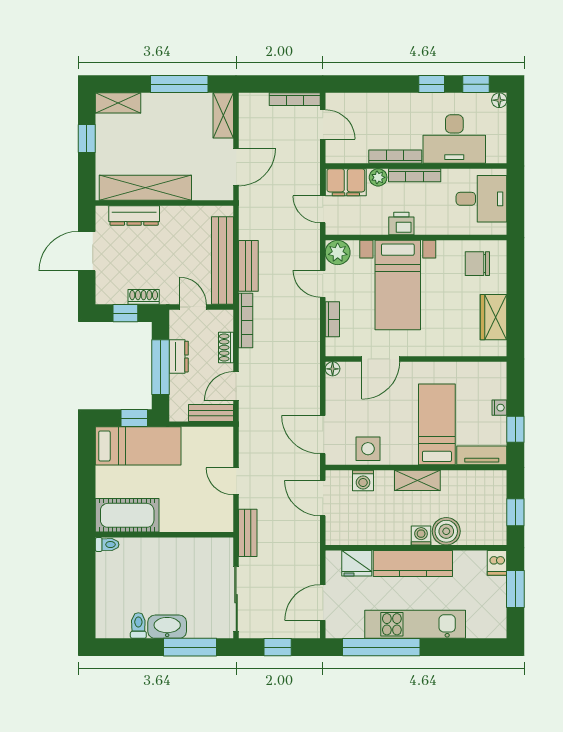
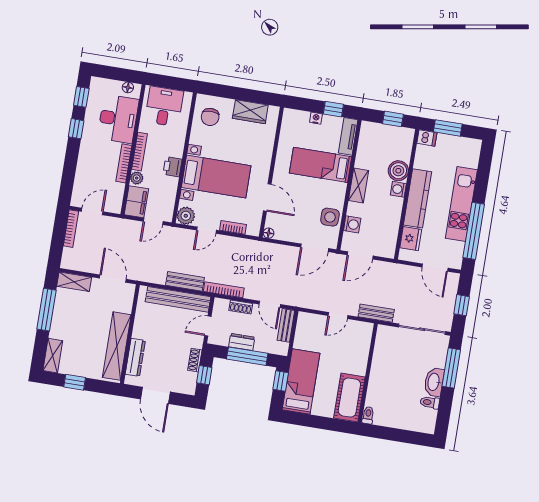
floor lamp: (499, 100) -> (128, 87), moved

